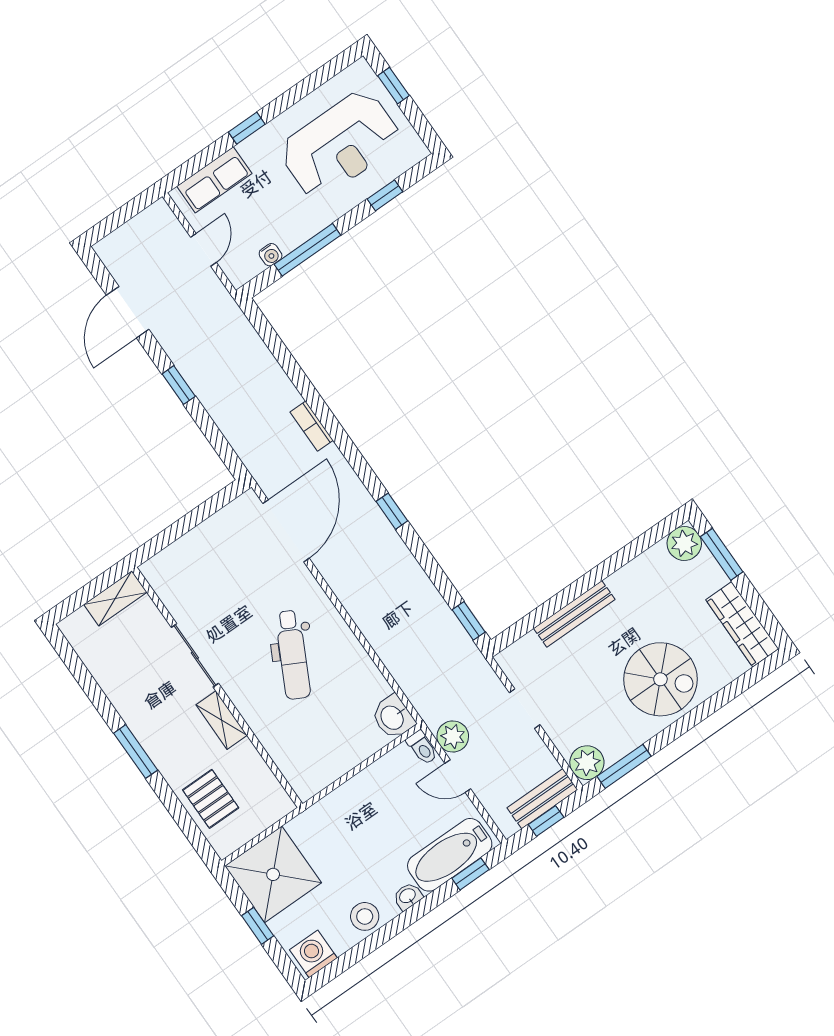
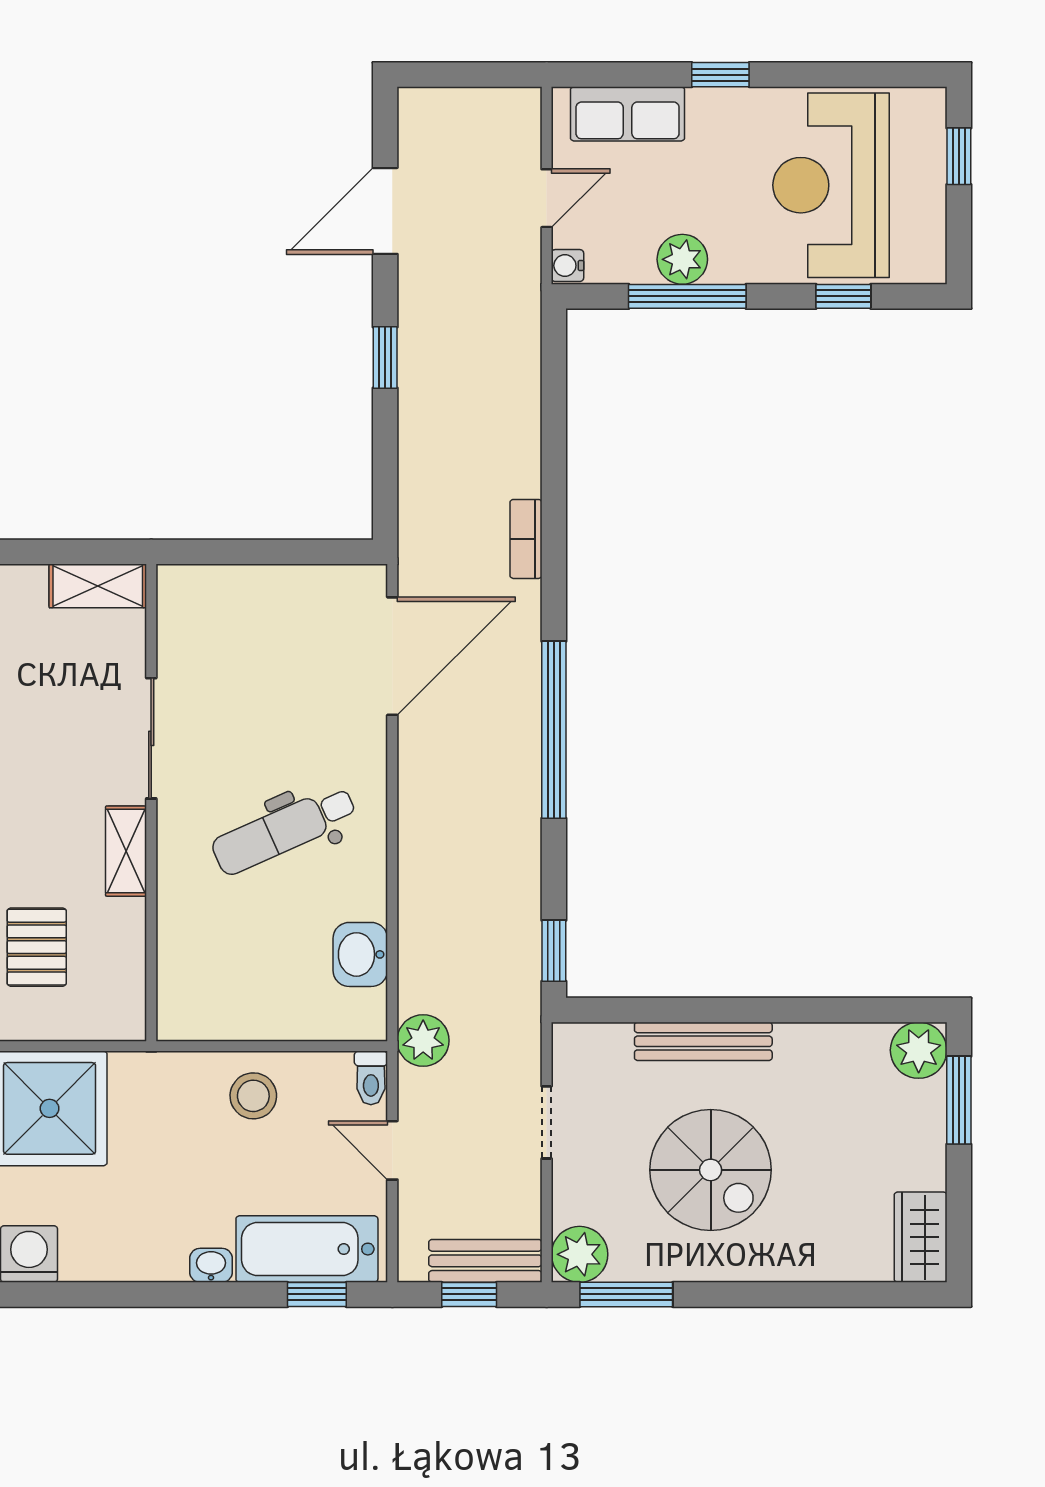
reception desk: (340, 144) -> (831, 185), turned 90
plant: (292, 233) -> (682, 259), added
water cooler: (271, 255) -> (567, 266), moved, turned 90
window: (392, 511) -> (554, 730), width x3.17
wardrobe: (742, 624) -> (921, 1237), width x0.67
dental chair: (293, 655) -> (284, 830), turned 39
spiral stairs: (660, 679) -> (711, 1170), moved
washbasin: (393, 717) -> (360, 954), moved
plant: (453, 736) -> (423, 1041), moved
stool: (365, 916) -> (253, 1096), moved

